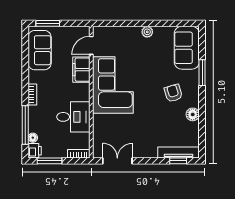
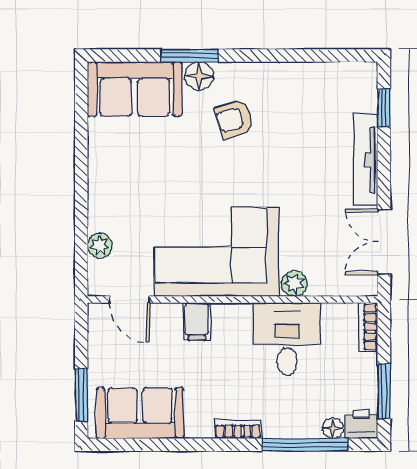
plant: (147, 32) -> (100, 246), moved
filing cabinet: (81, 70) -> (197, 321), width x0.50
floor lamp: (193, 114) -> (199, 76), moved
plant: (98, 120) -> (294, 284), added
tv unit: (179, 152) -> (365, 160), moved

